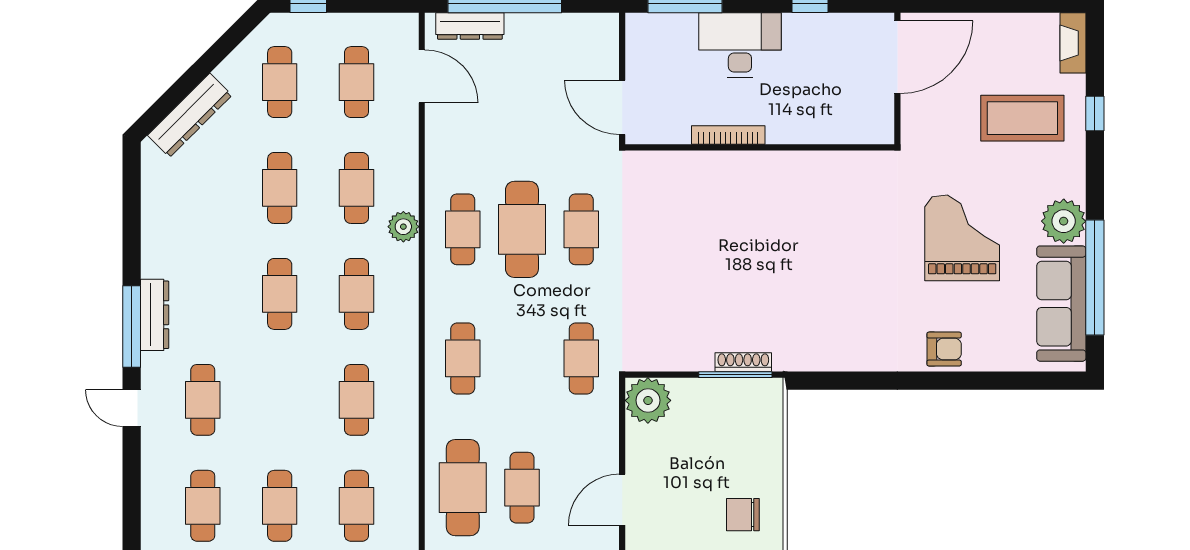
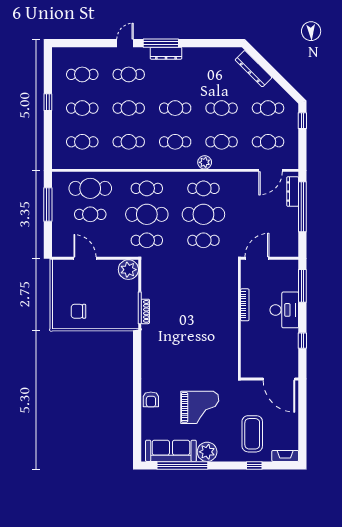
cafe table: (522, 358) -> (147, 214), added
cafe table: (280, 400) -> (129, 108), added
chair: (743, 515) -> (78, 311), turned -90

